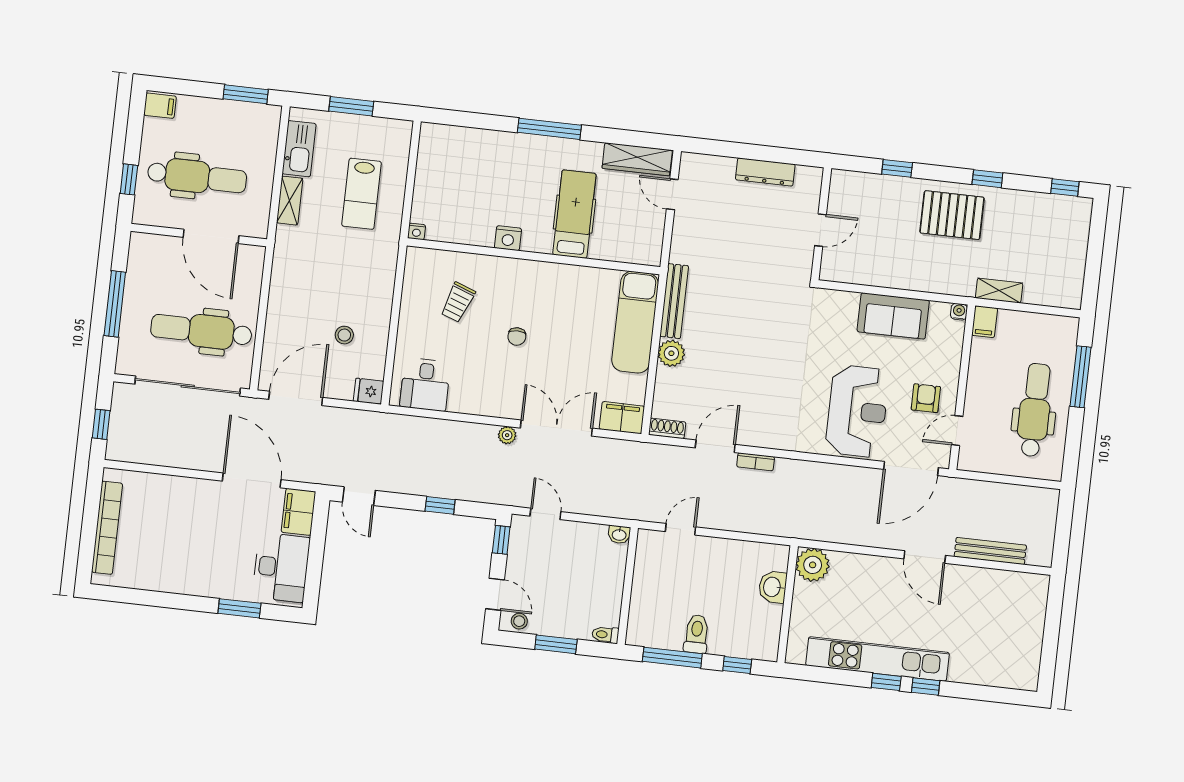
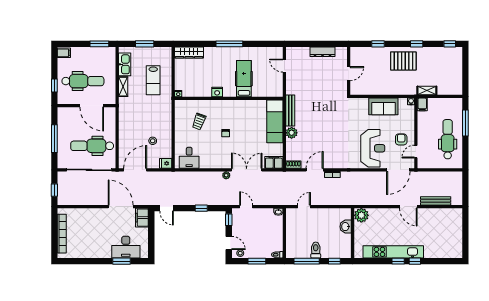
wardrobe: (637, 159) -> (189, 53), moved
desk: (281, 567) -> (126, 247), moved, turned 90

